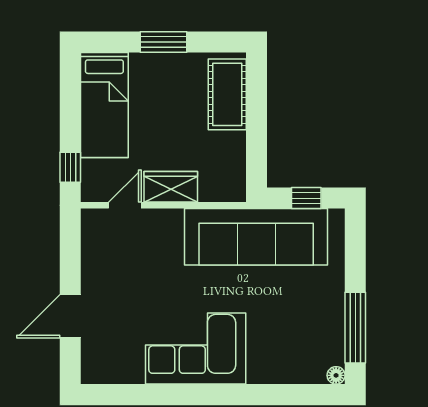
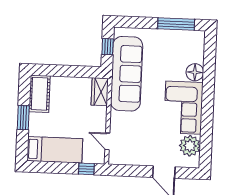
cot: (227, 94) -> (39, 94), moved, turned 90
wardrobe: (171, 187) -> (100, 92), moved
plant: (123, 364) -> (190, 146), added
floor lamp: (336, 375) -> (195, 72), moved, width x1.89, depth x1.89

